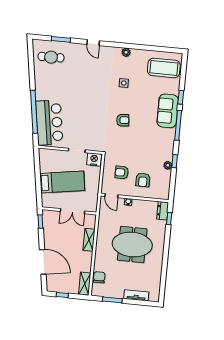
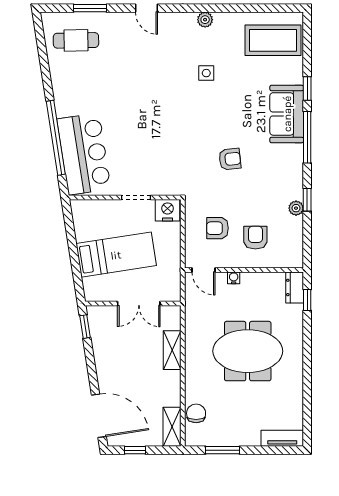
armchair: (123, 120) -> (230, 159), moved
armchair: (143, 180) -> (255, 238), turned 180
door: (43, 262) -> (99, 416), moved
tv unit: (136, 295) -> (282, 438), moved

